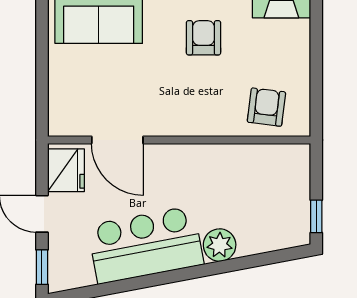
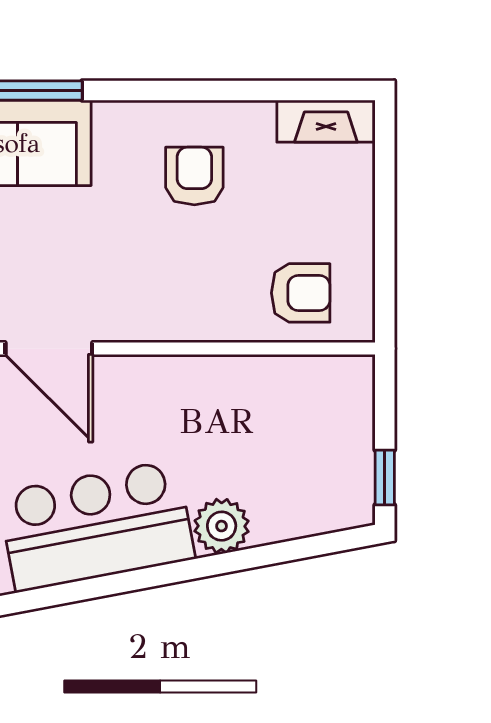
armchair: (266, 107) -> (301, 293), turned 83

